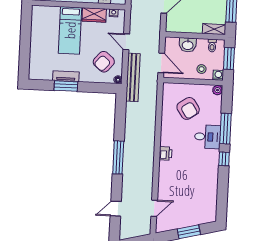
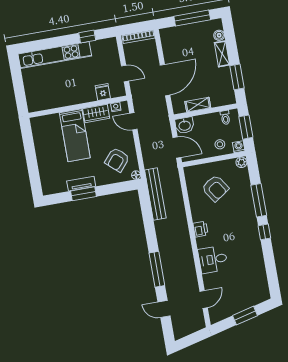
shelving: (214, 29) -> (198, 105), moved
door: (126, 42) -> (133, 121), moved
washbasin: (188, 45) -> (185, 125), moved
bench: (133, 77) -> (155, 194), moved
desk: (208, 137) -> (213, 259), moved, turned 180
printer: (165, 153) -> (201, 229), moved
window: (118, 157) -> (157, 269), moved
door: (116, 209) -> (164, 309), hinge flipped

